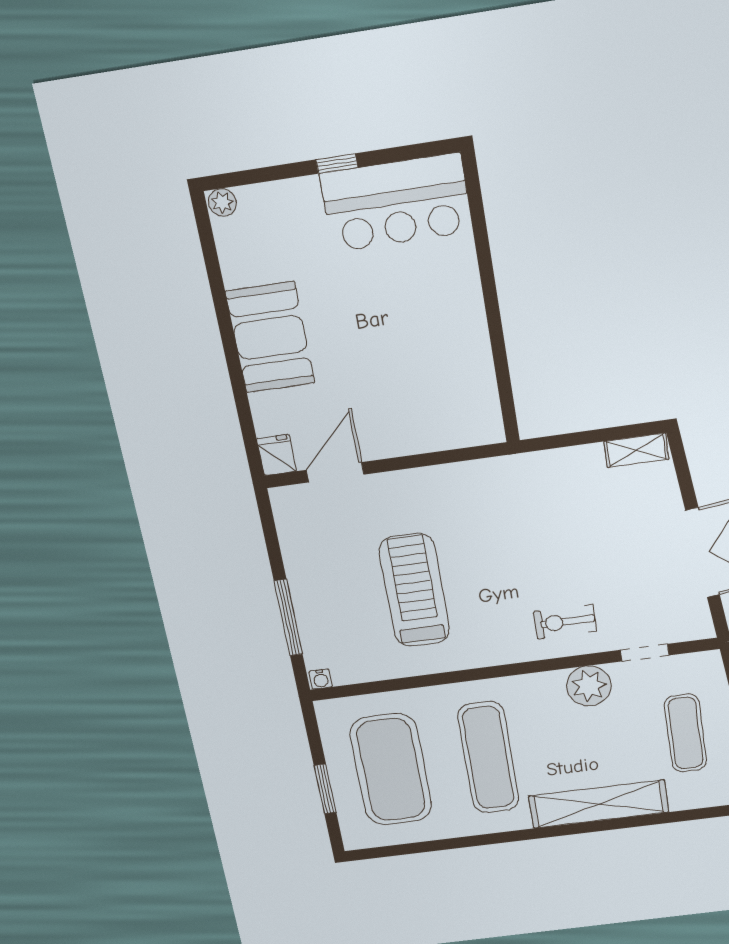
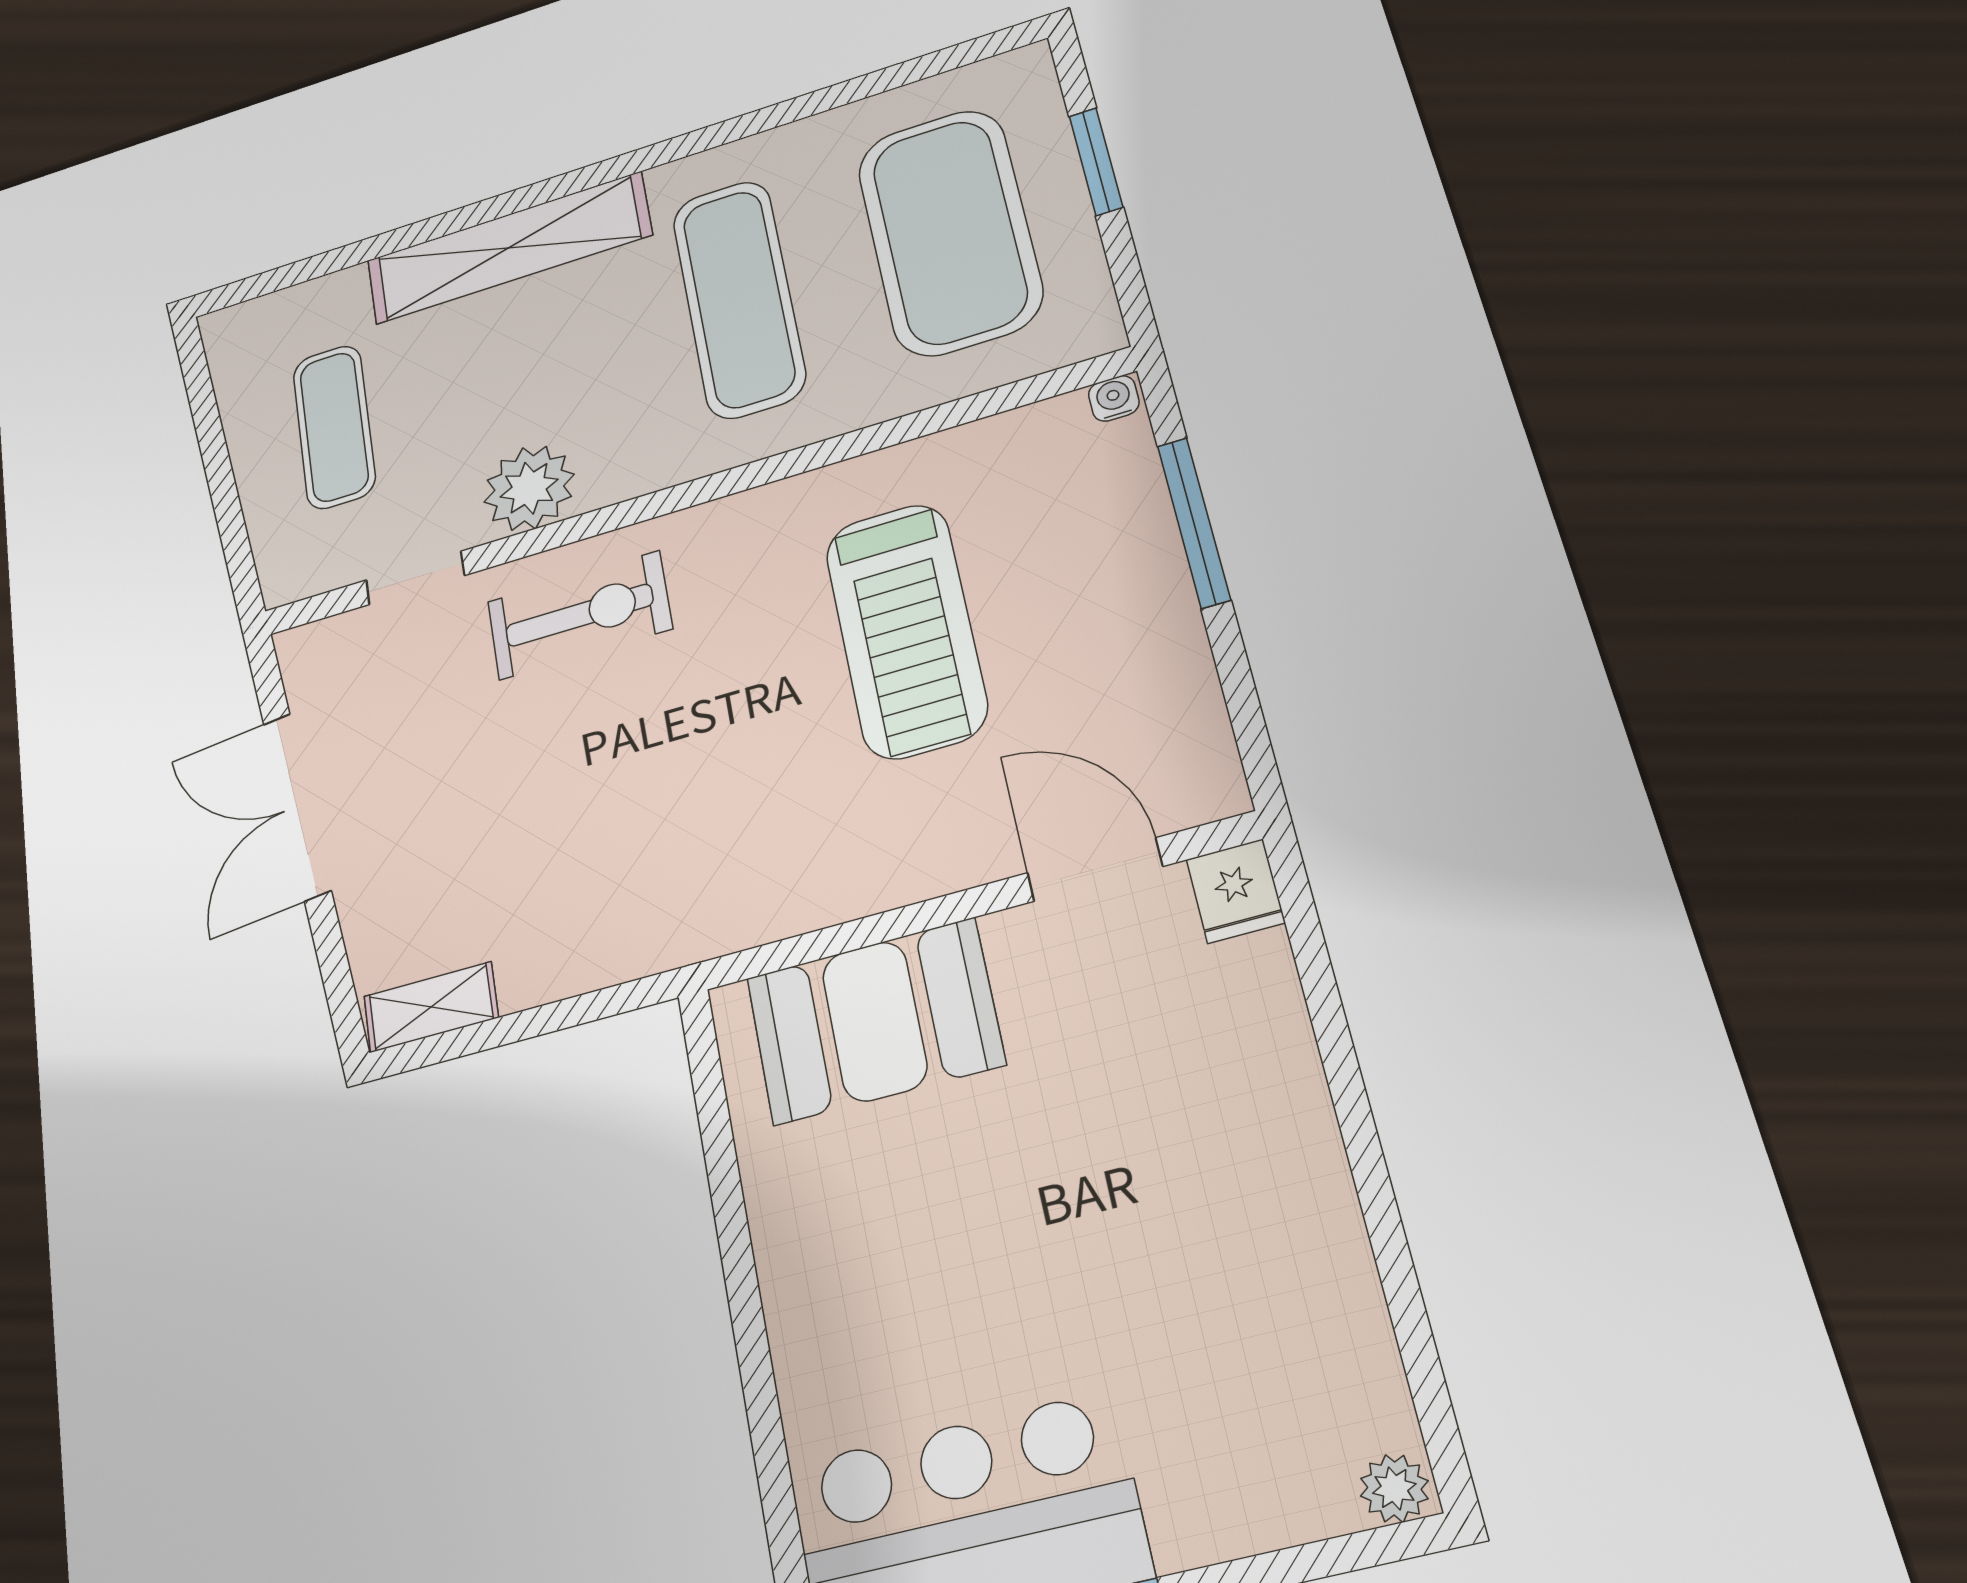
booth: (270, 337) -> (875, 1021), moved, turned 90
door: (335, 472) -> (1095, 870), swing flipped
exercise bike: (565, 622) -> (579, 615), width x1.38, depth x1.39

